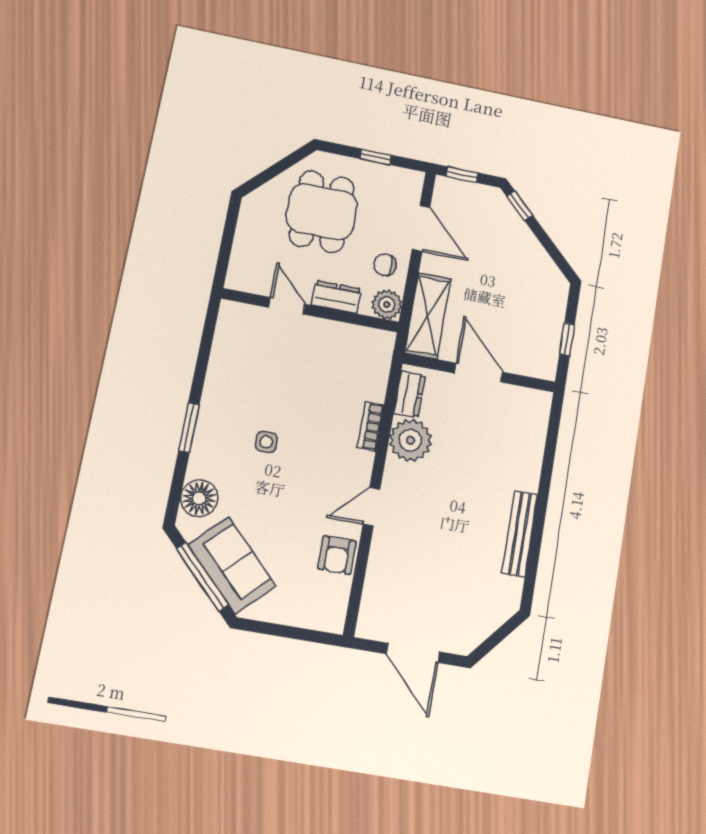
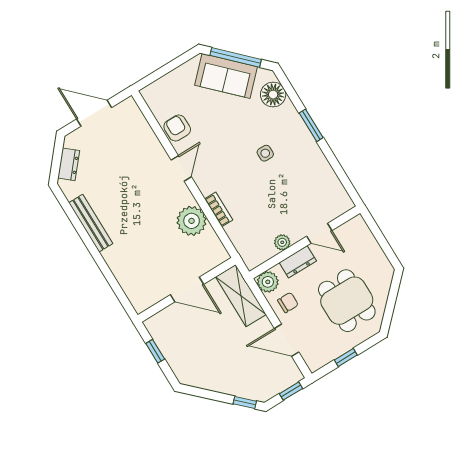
plant: (334, 332) -> (282, 242), added
dresser: (410, 394) -> (69, 164), moved, turned -140

